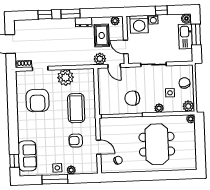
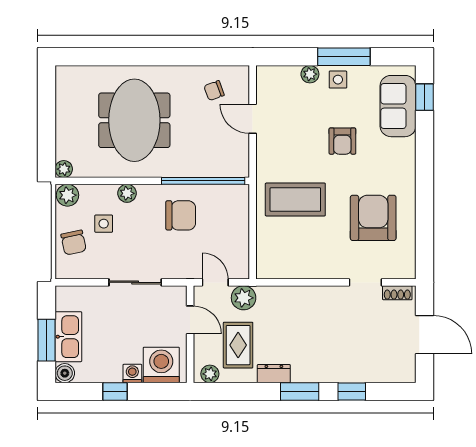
plant: (65, 77) -> (315, 263), removed
coffee table: (76, 108) -> (295, 199), turned 90
armchair: (76, 141) -> (342, 141), moved, turned 90

